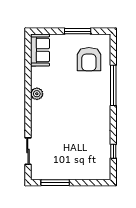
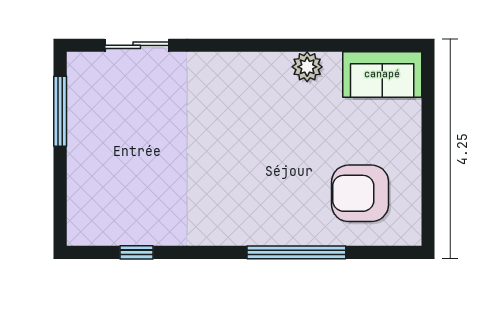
window: (78, 31) -> (428, 166), removed
plant: (37, 94) -> (307, 67), moved

